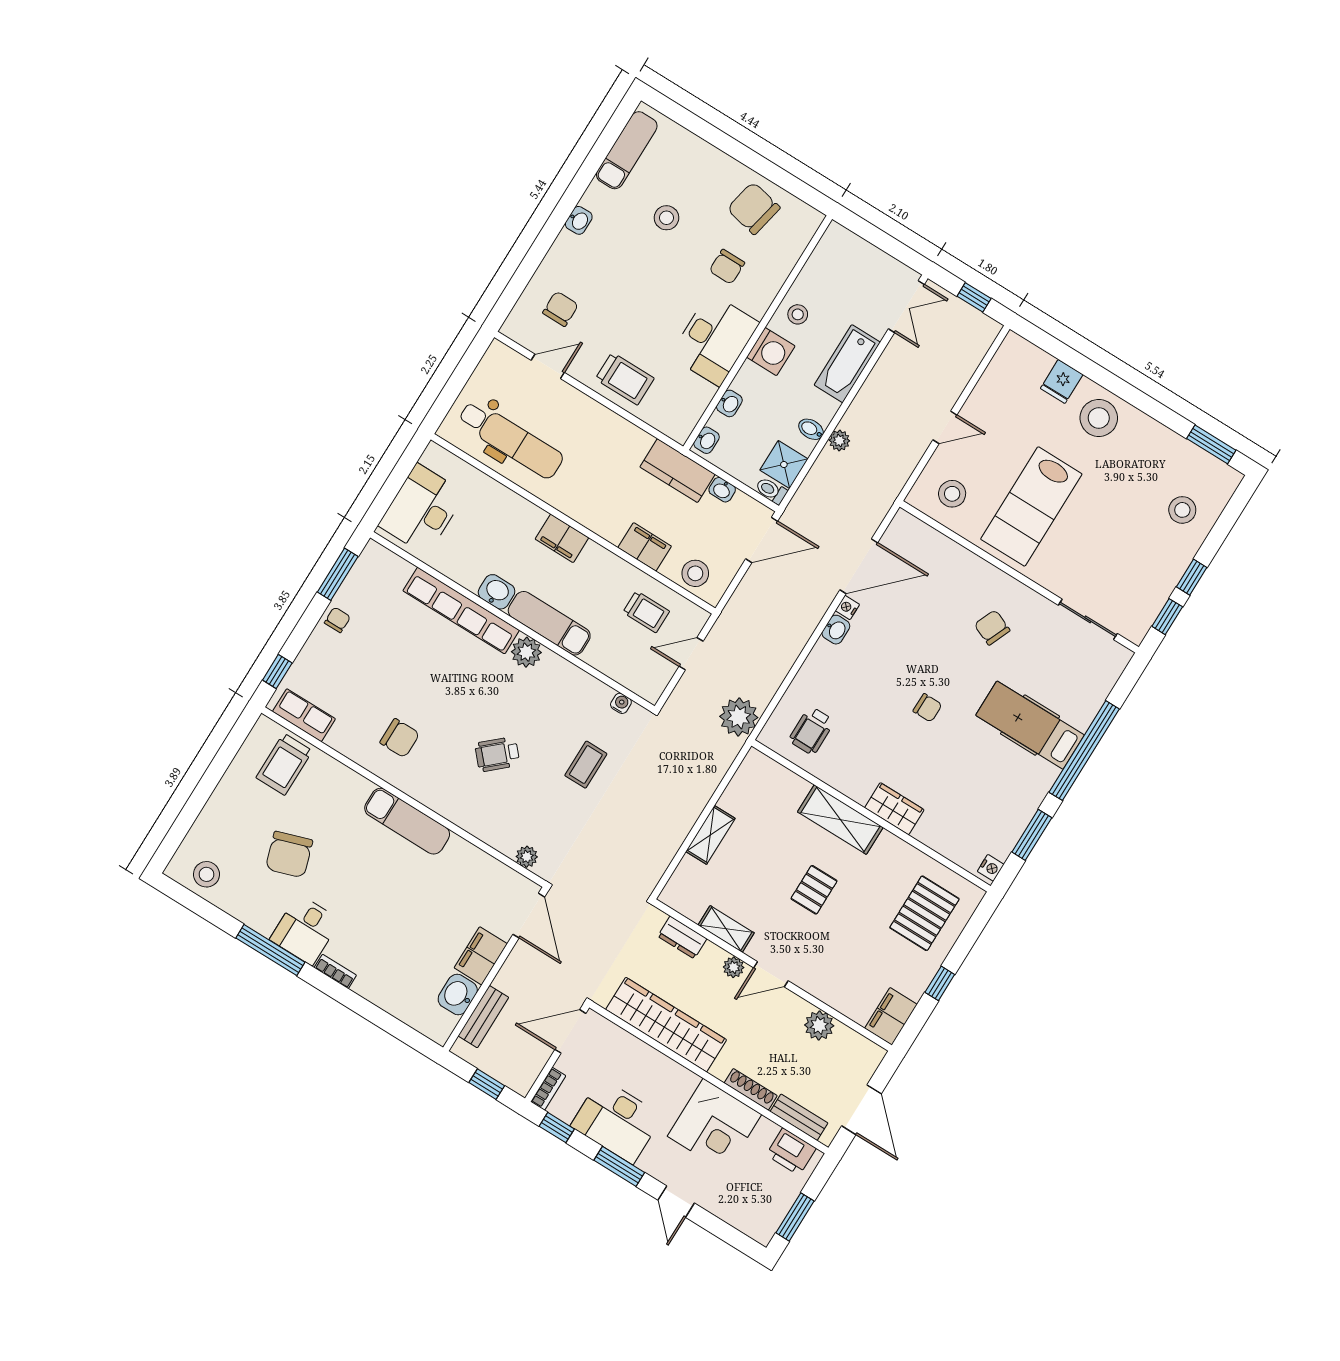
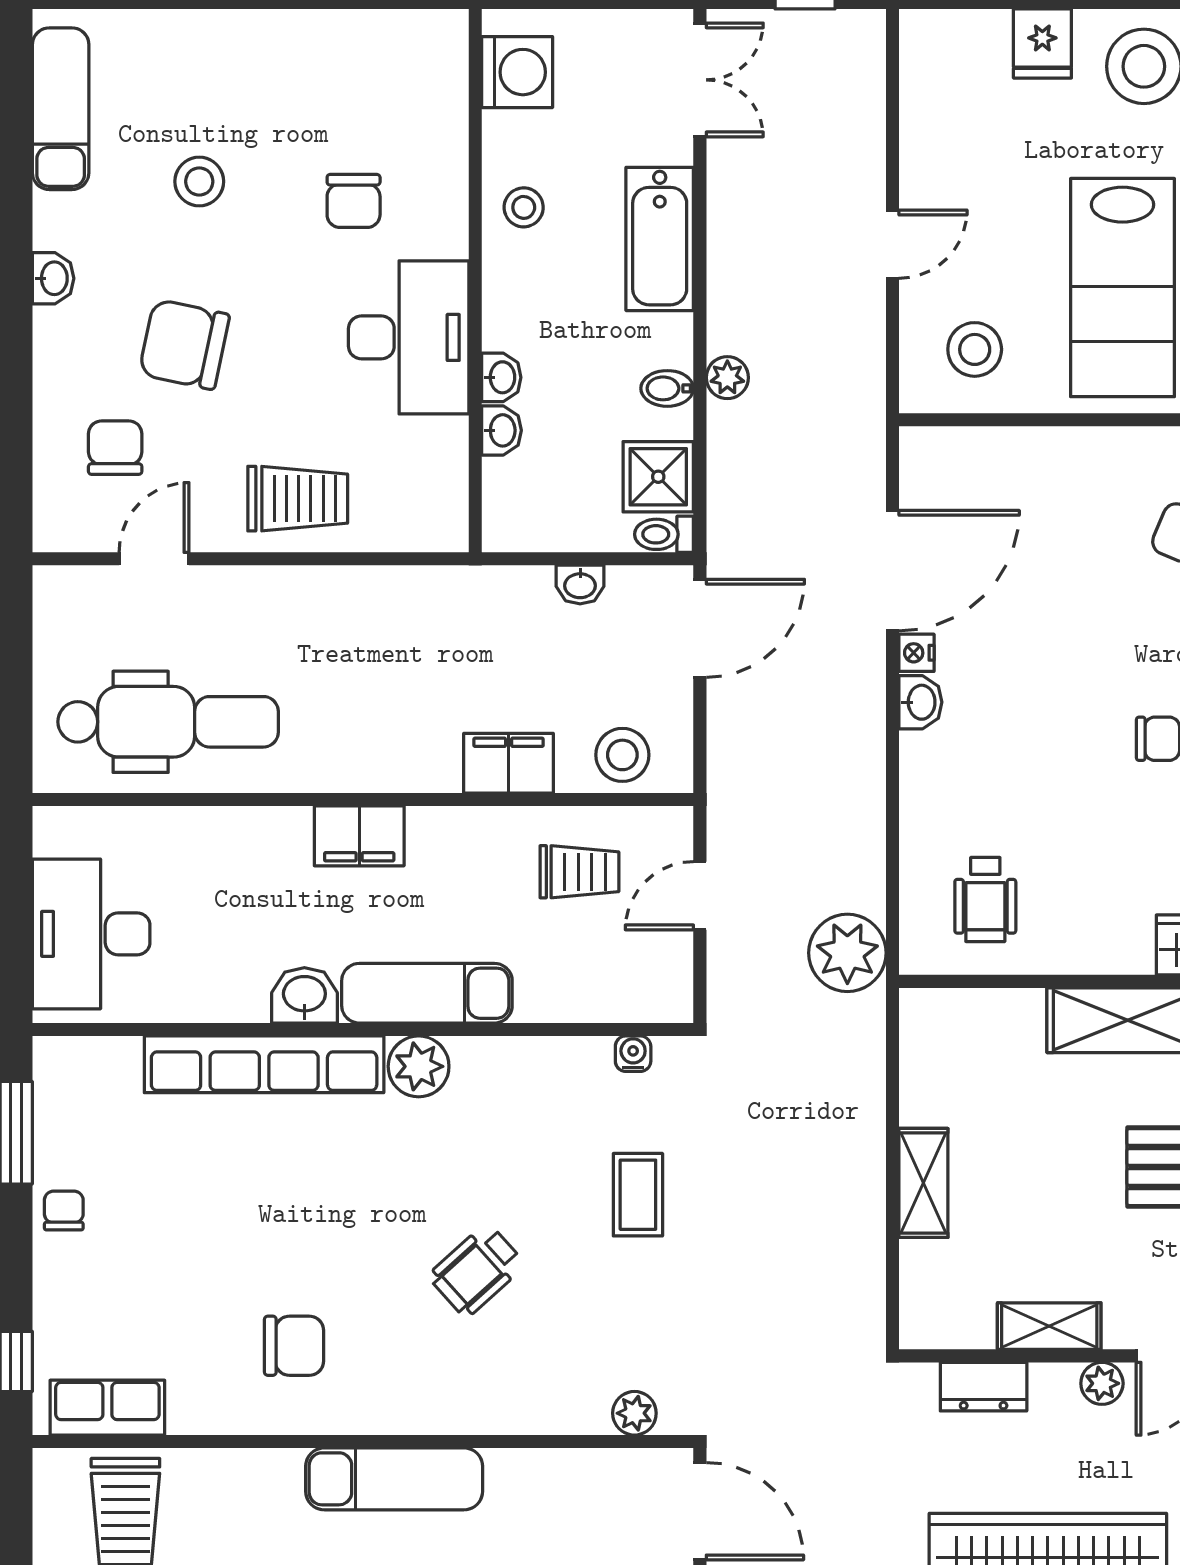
chair: (754, 208) -> (184, 344), moved
washing machine: (771, 352) -> (517, 72), moved
washbasin: (706, 440) -> (501, 377), moved
kitchen counter: (677, 471) -> (484, 599), removed

